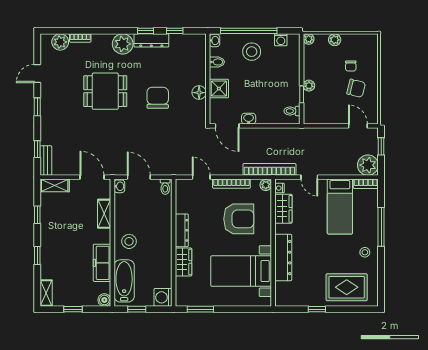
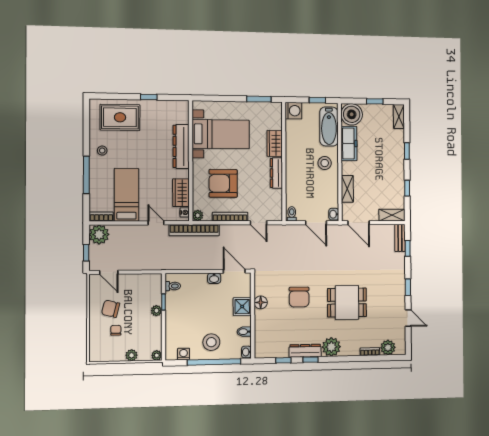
door: (37, 73) -> (408, 318), hinge flipped
boiler: (104, 300) -> (352, 114), width x1.86, depth x1.86

